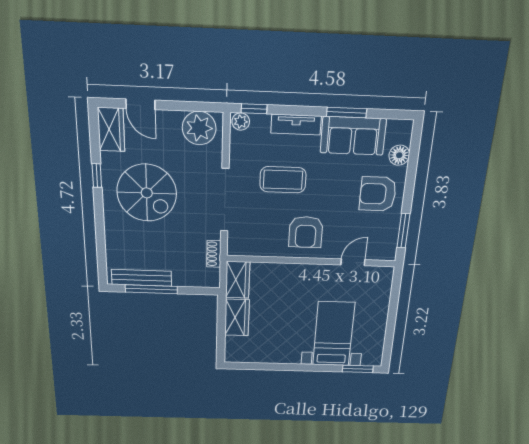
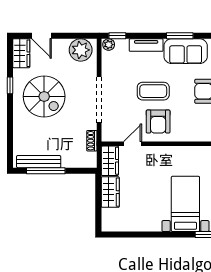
coffee table: (283, 180) -> (153, 91), moved
door: (353, 262) -> (133, 144), moved

